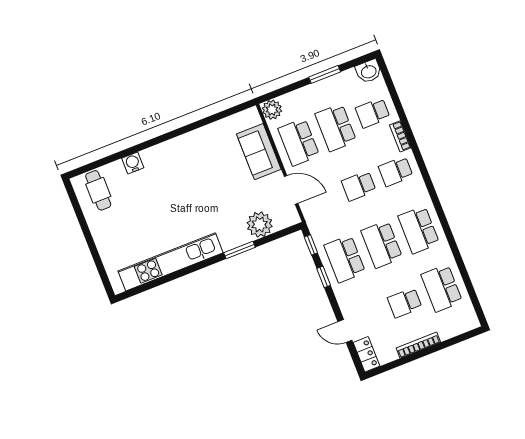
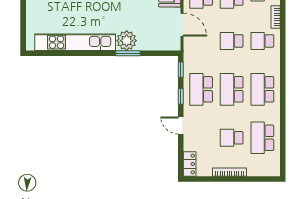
plant: (260, 224) -> (127, 41), moved
door: (345, 331) -> (181, 125), moved

